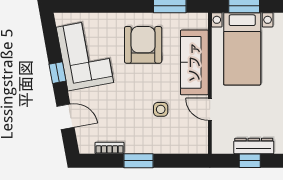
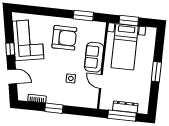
armchair: (143, 45) -> (64, 38), turned 90
sofa: (194, 62) -> (94, 57), width x0.73
window: (250, 161) -> (122, 116), width x2.17

